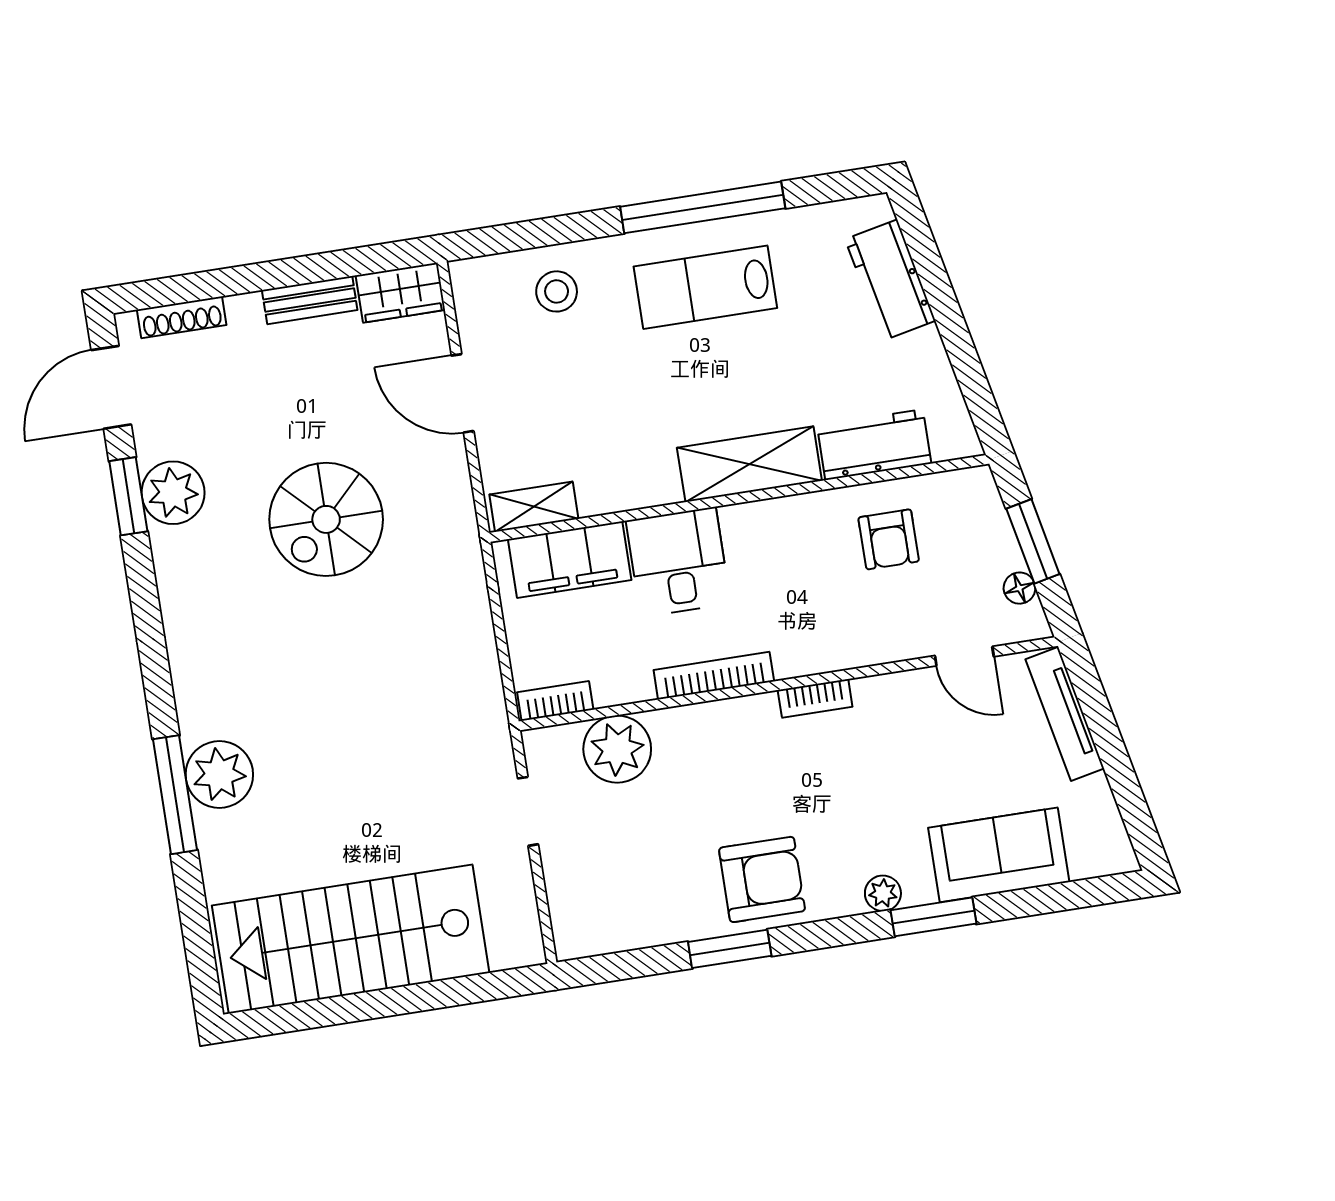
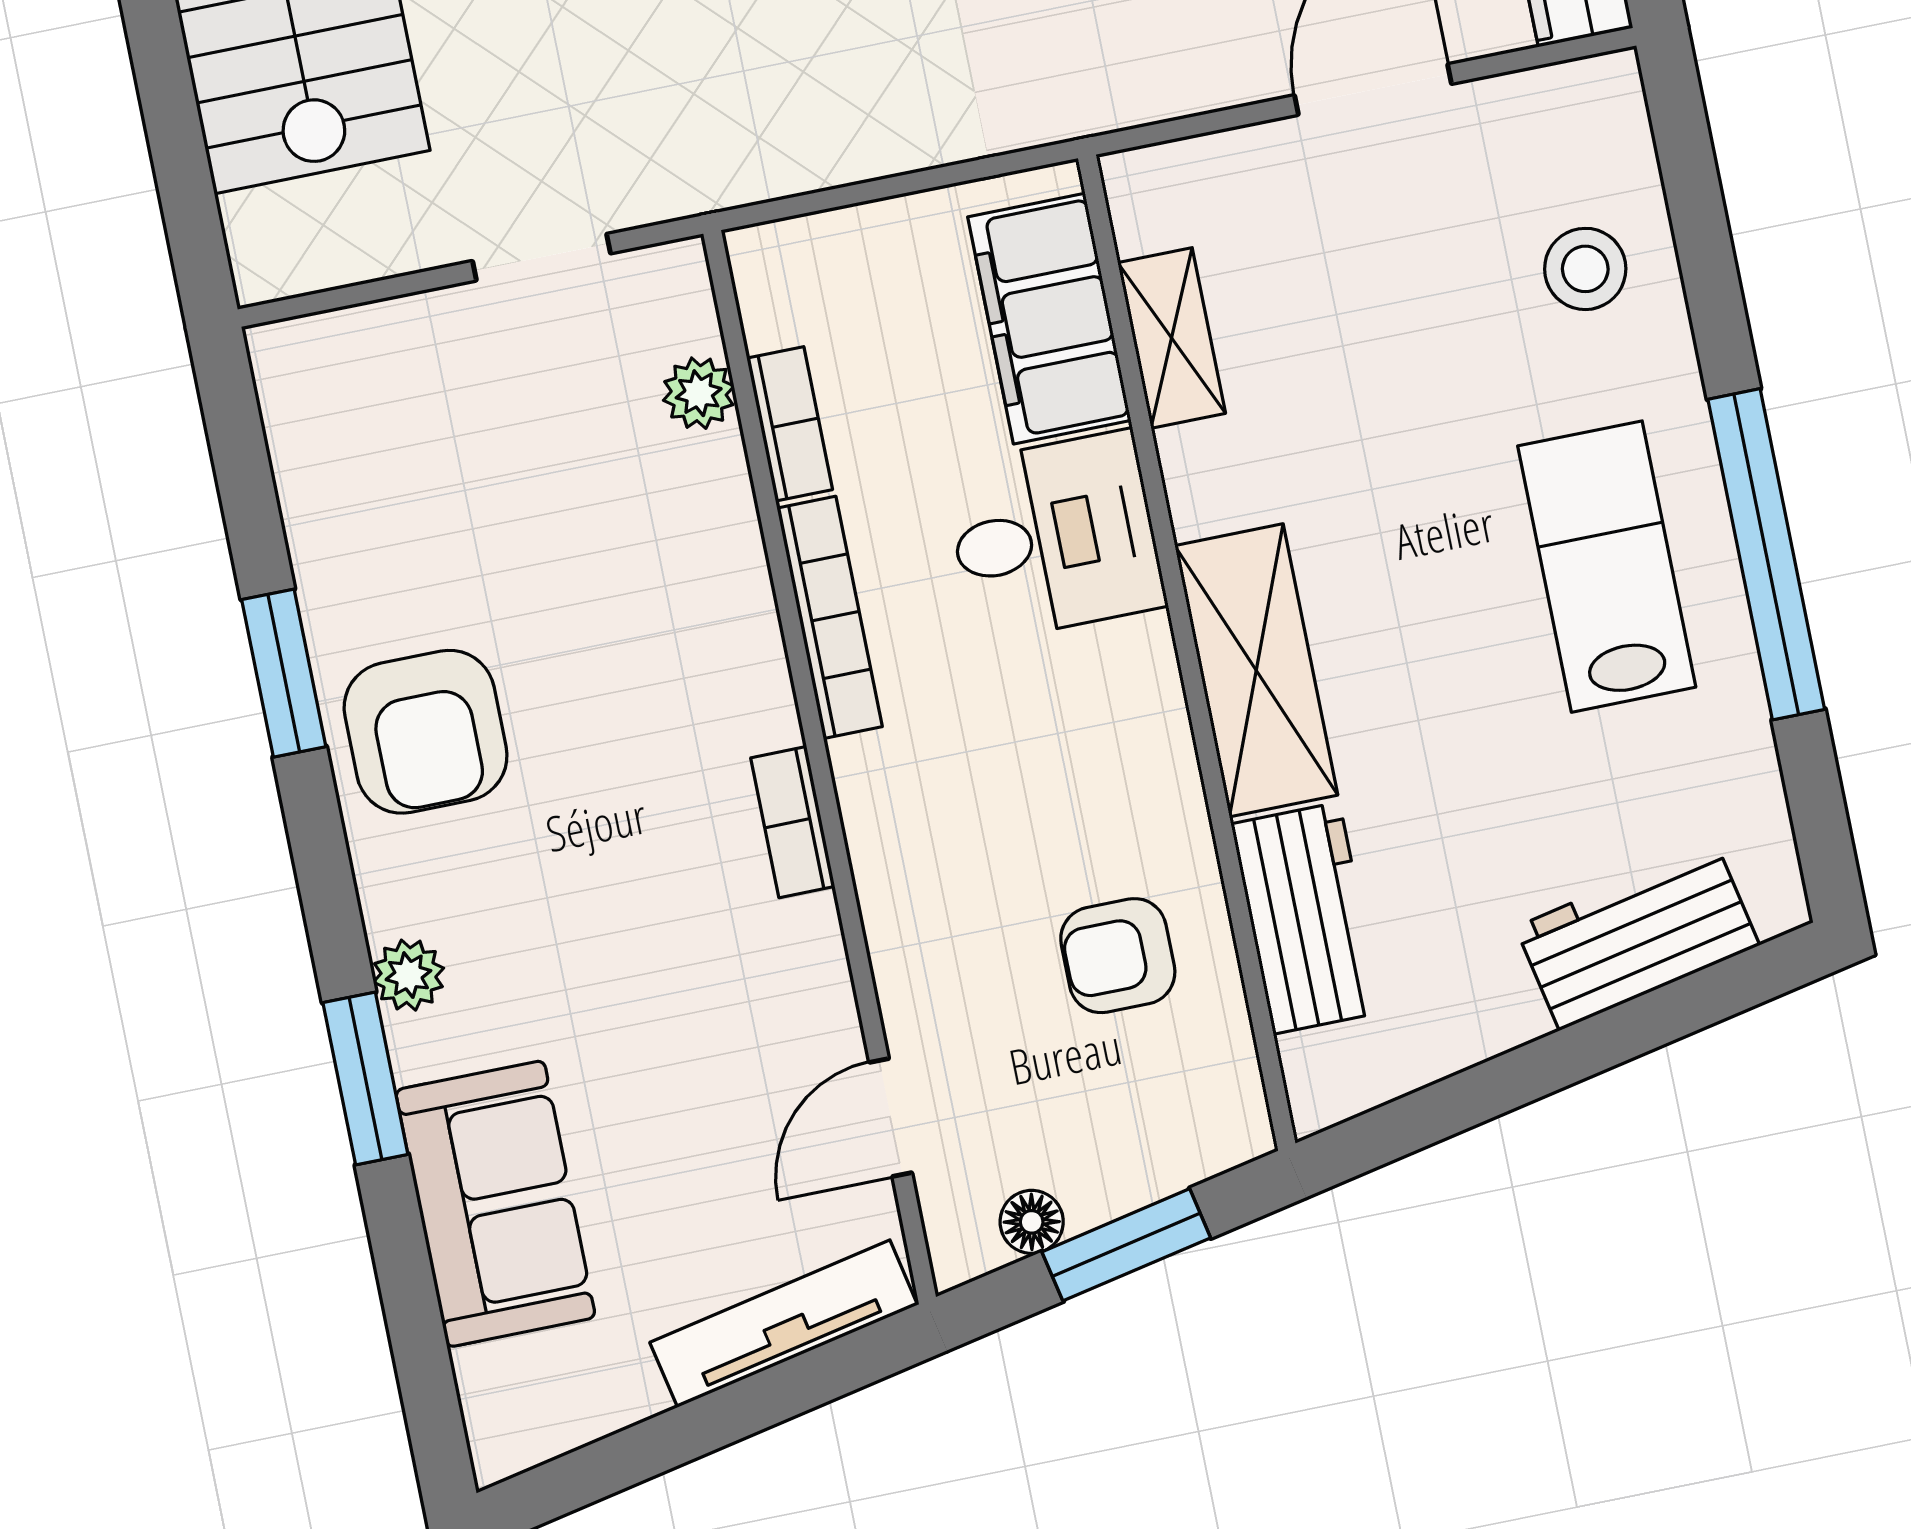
shelving: (534, 507) -> (1172, 338), moved
bookcase: (555, 701) -> (790, 424), moved
plant: (617, 749) -> (699, 393), width x0.53, depth x0.53

